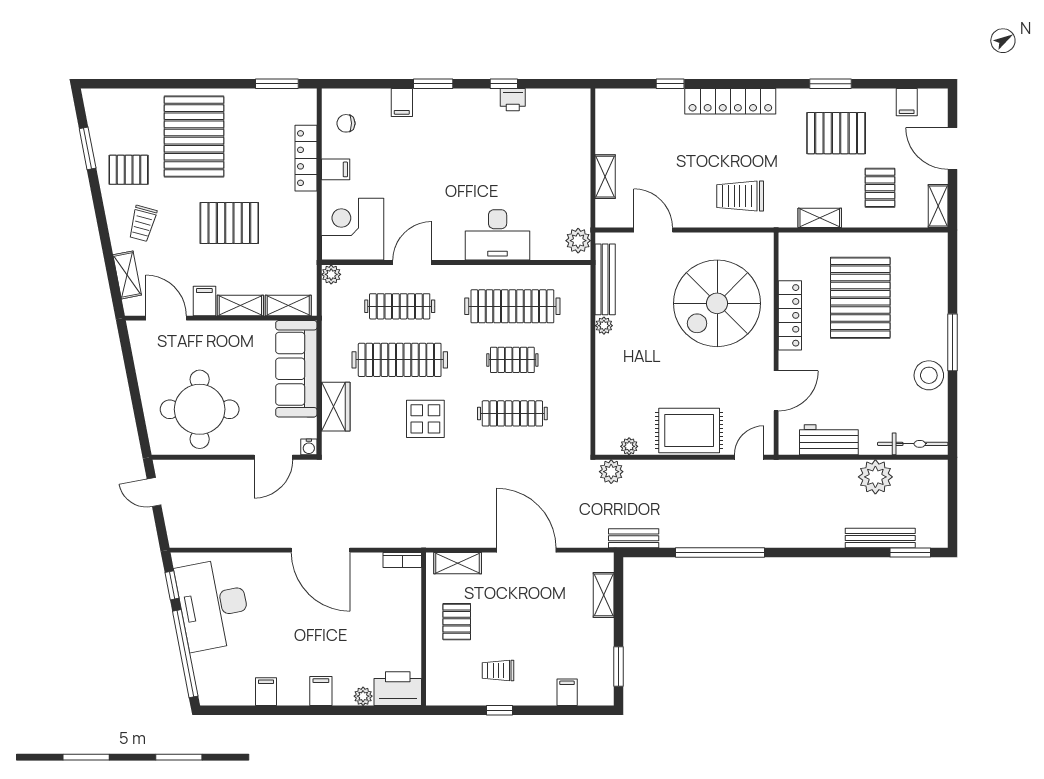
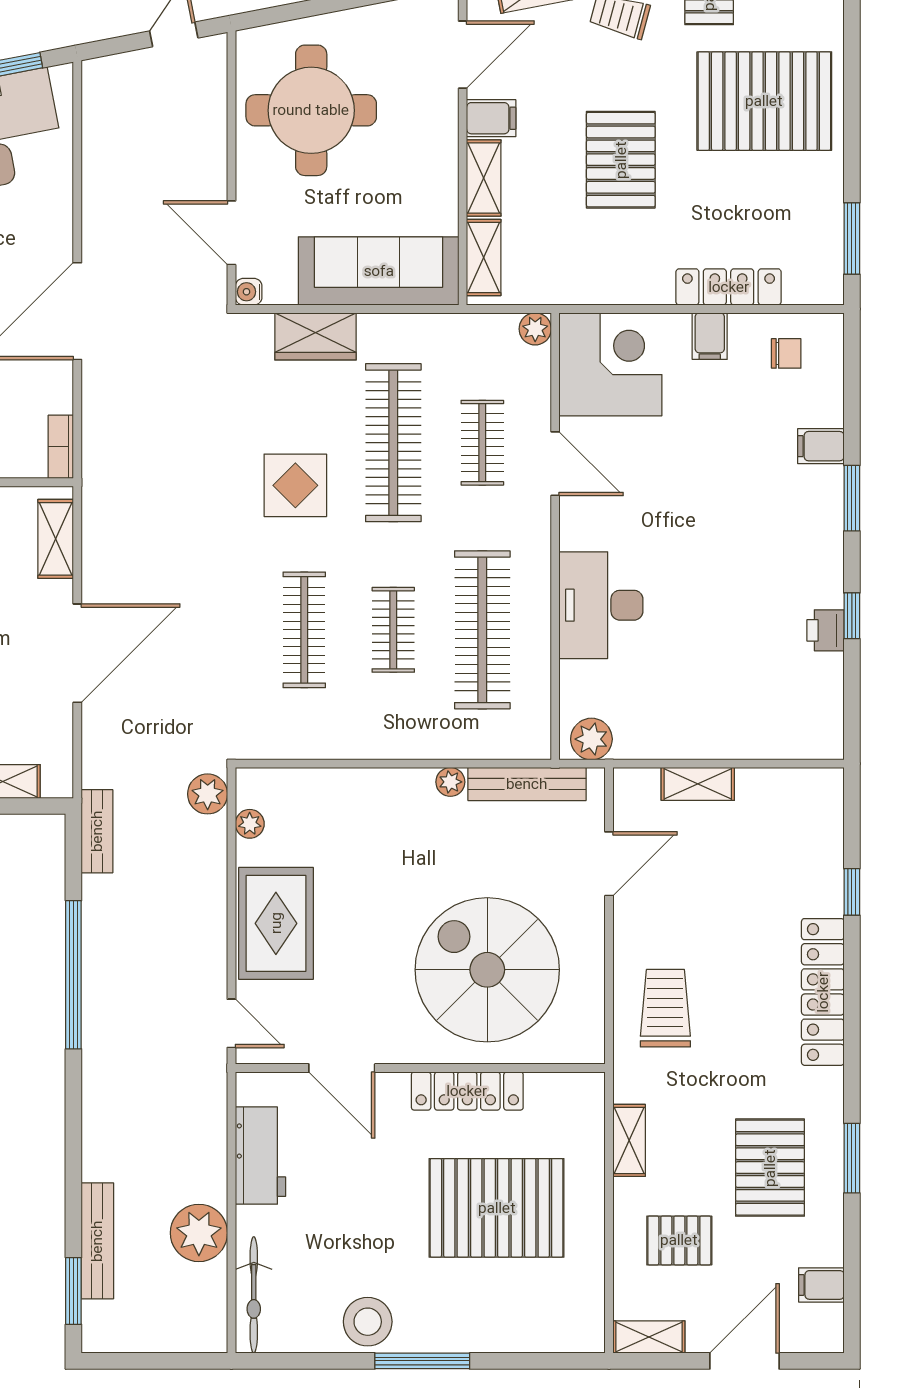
chair: (346, 123) -> (786, 353), turned 90
clothes rail: (400, 306) -> (482, 443), width x0.73

